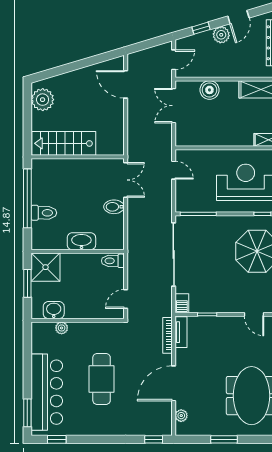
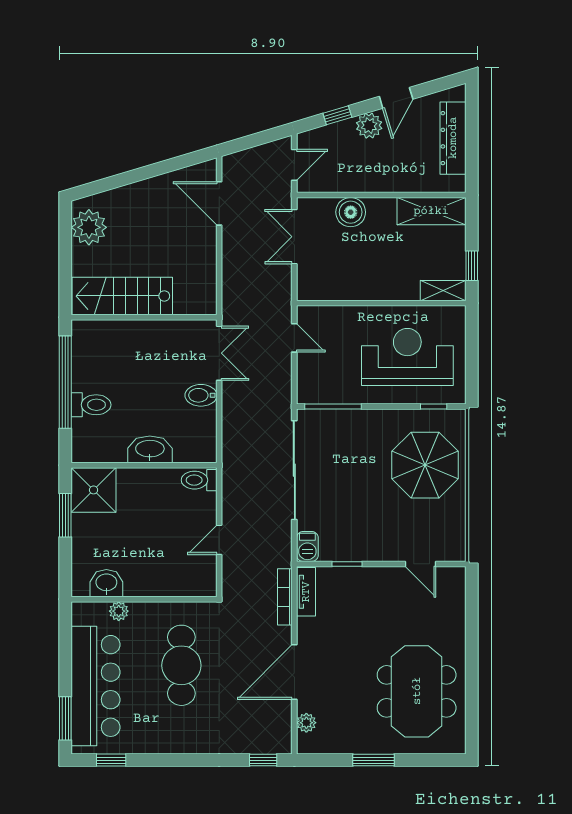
washbasin: (54, 310) -> (106, 583), moved
wall: (78, 320) -> (144, 599), moved
plant: (62, 328) -> (119, 611), moved

